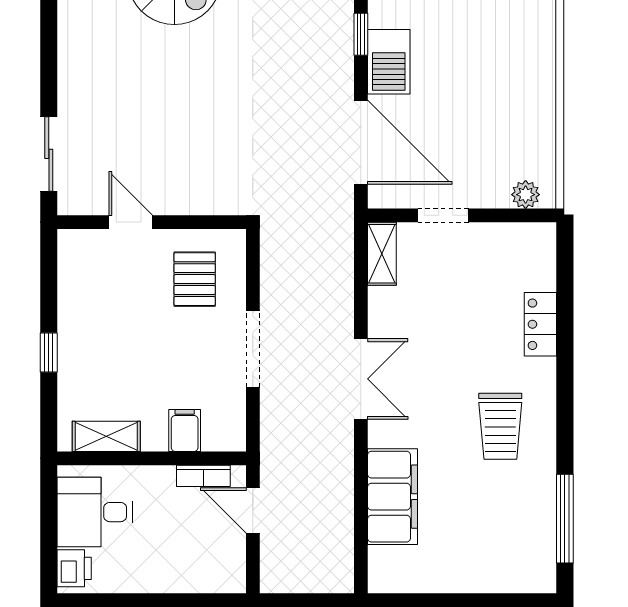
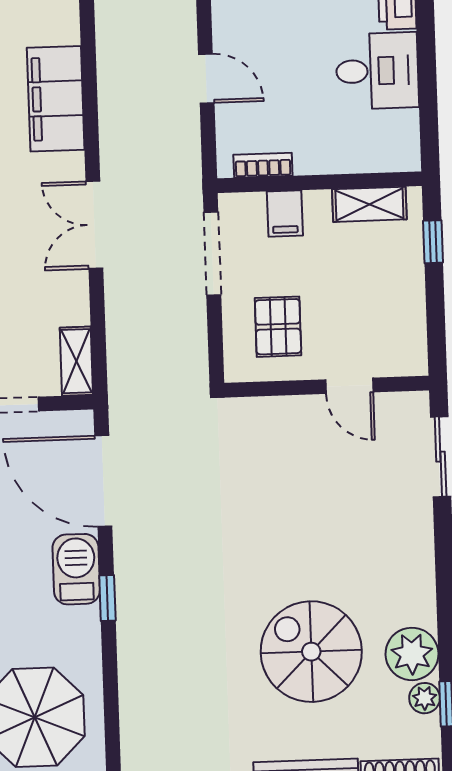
filing cabinet: (185, 430) -> (285, 214), moved
shelving: (106, 436) -> (369, 204), moved
wall: (152, 458) -> (319, 182), moved
bookcase: (203, 476) -> (263, 165), moved

